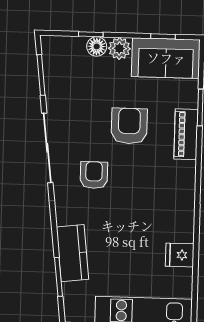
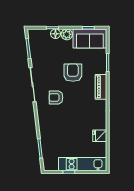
piano: (186, 134) -> (101, 87), moved
armchair: (94, 175) -> (56, 97), turned -90
kitchen counter: (72, 253) -> (47, 136), removed

